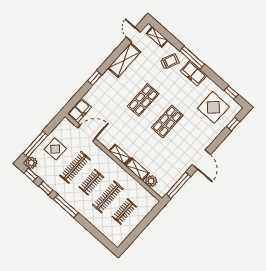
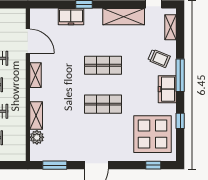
window: (231, 92) -> (180, 121), moved
display table: (213, 107) -> (153, 134), width x1.36, depth x1.36
freezer: (79, 110) -> (71, 17), moved
shelving: (120, 154) -> (35, 75), moved
window: (178, 185) -> (55, 165), width x0.69

